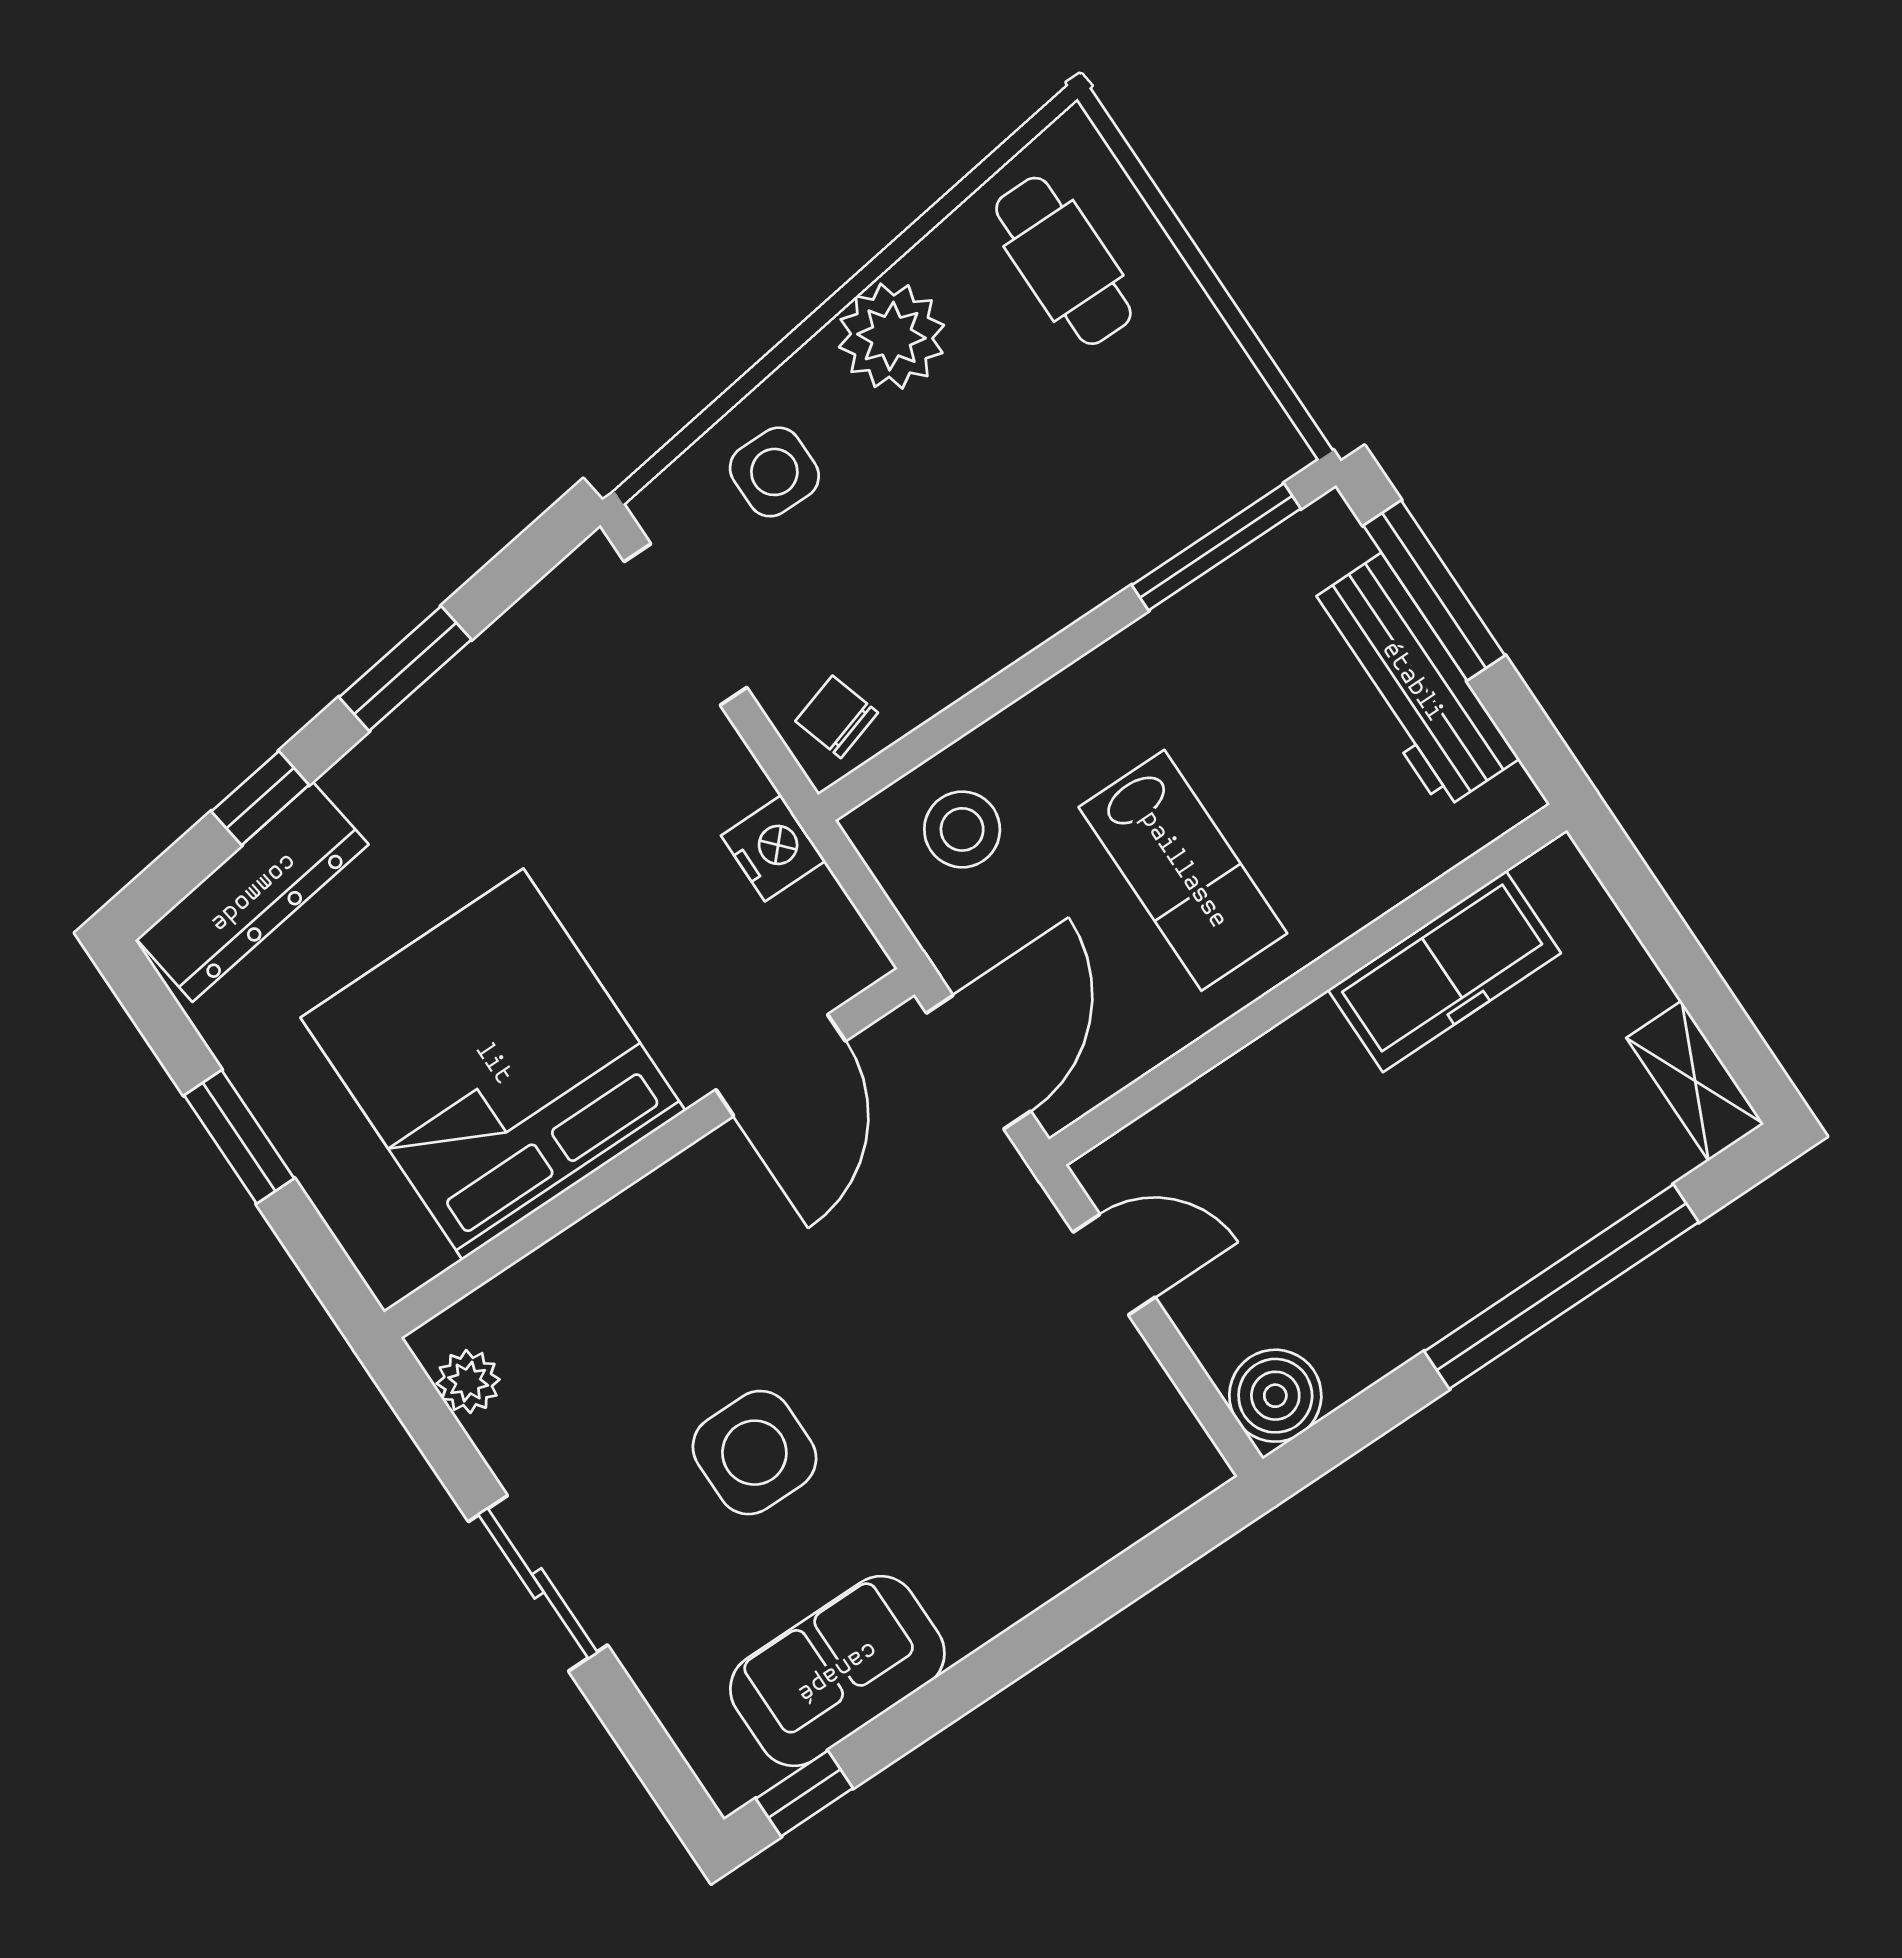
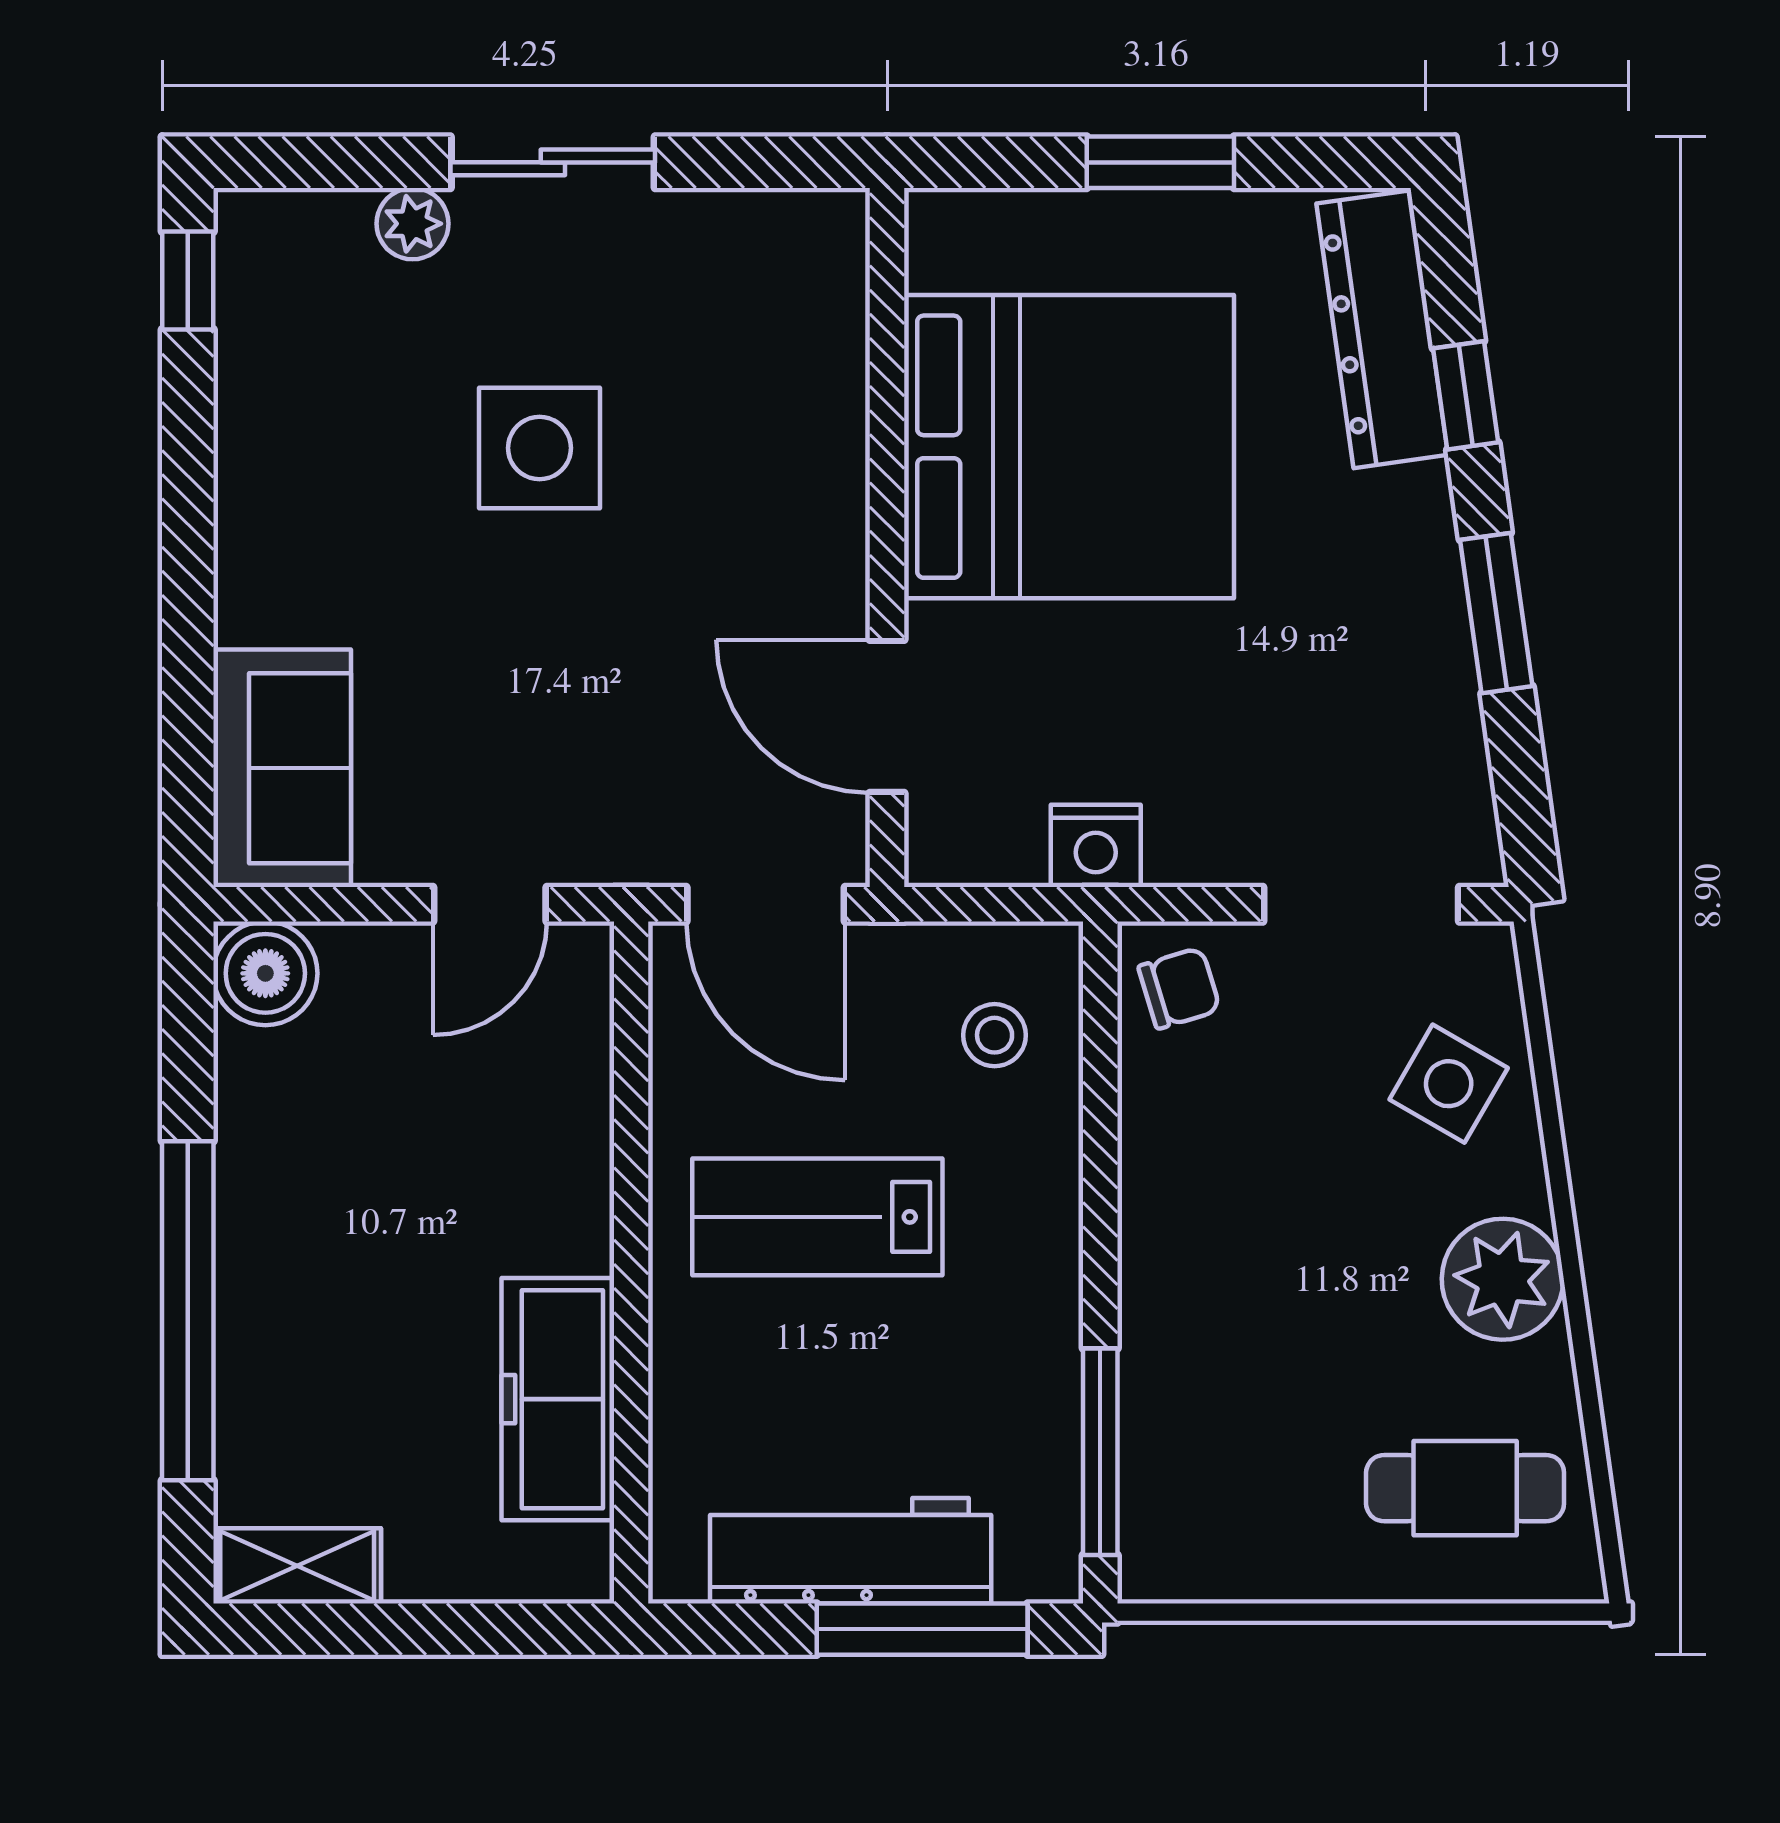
side table: (774, 472) -> (1449, 1084), turned 30
stool: (962, 829) -> (995, 1035), width x0.73, depth x0.73
plant: (468, 1382) -> (413, 224), moved
sofa: (837, 1671) -> (282, 768), moved

